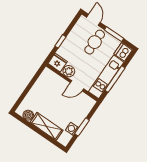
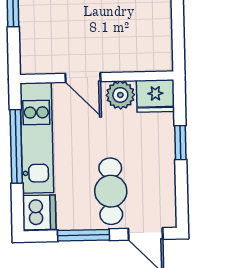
door: (77, 86) -> (83, 78), swing flipped

